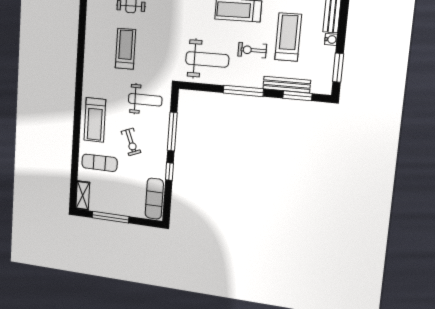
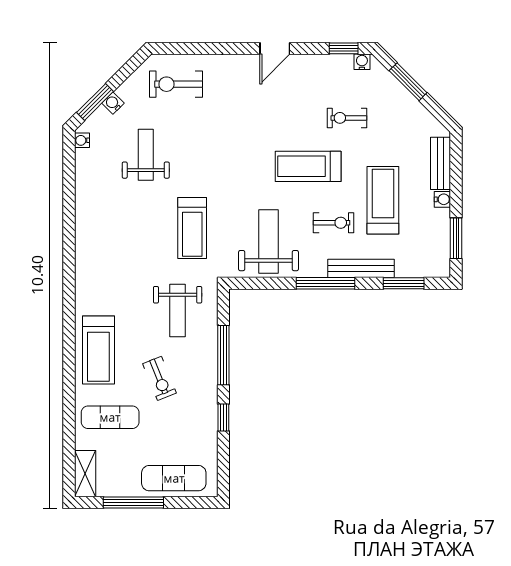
treadmill: (126, 49) -> (192, 228), moved, turned 180
exercise bike: (252, 50) -> (333, 223), turned 180
weight bench: (207, 59) -> (268, 241), turned -90
bench: (287, 85) -> (361, 268), moved
weight bench: (145, 100) -> (178, 311), turned 90
exercise mat: (154, 199) -> (174, 478), moved, turned 90

